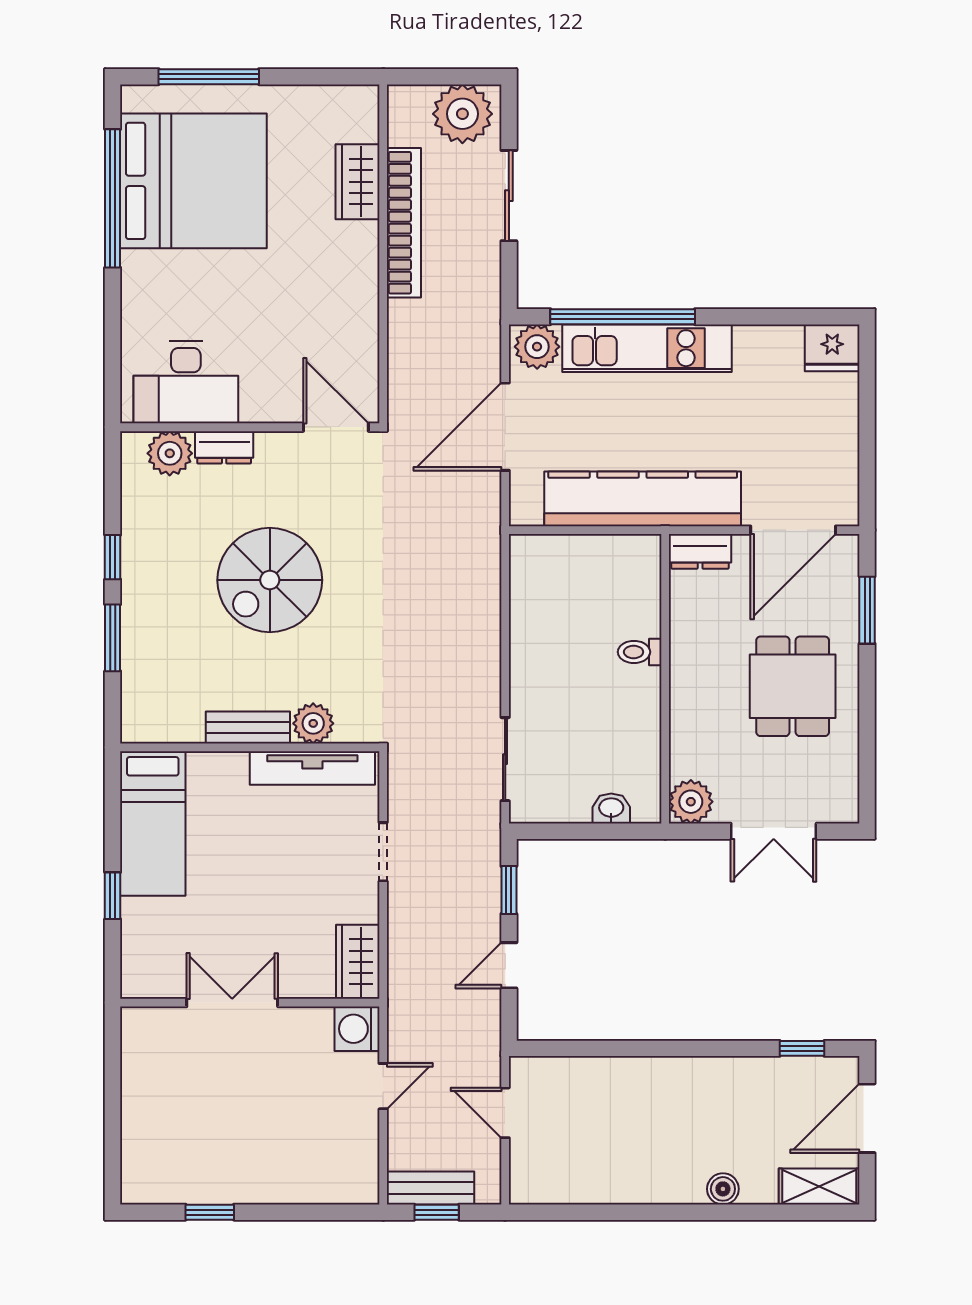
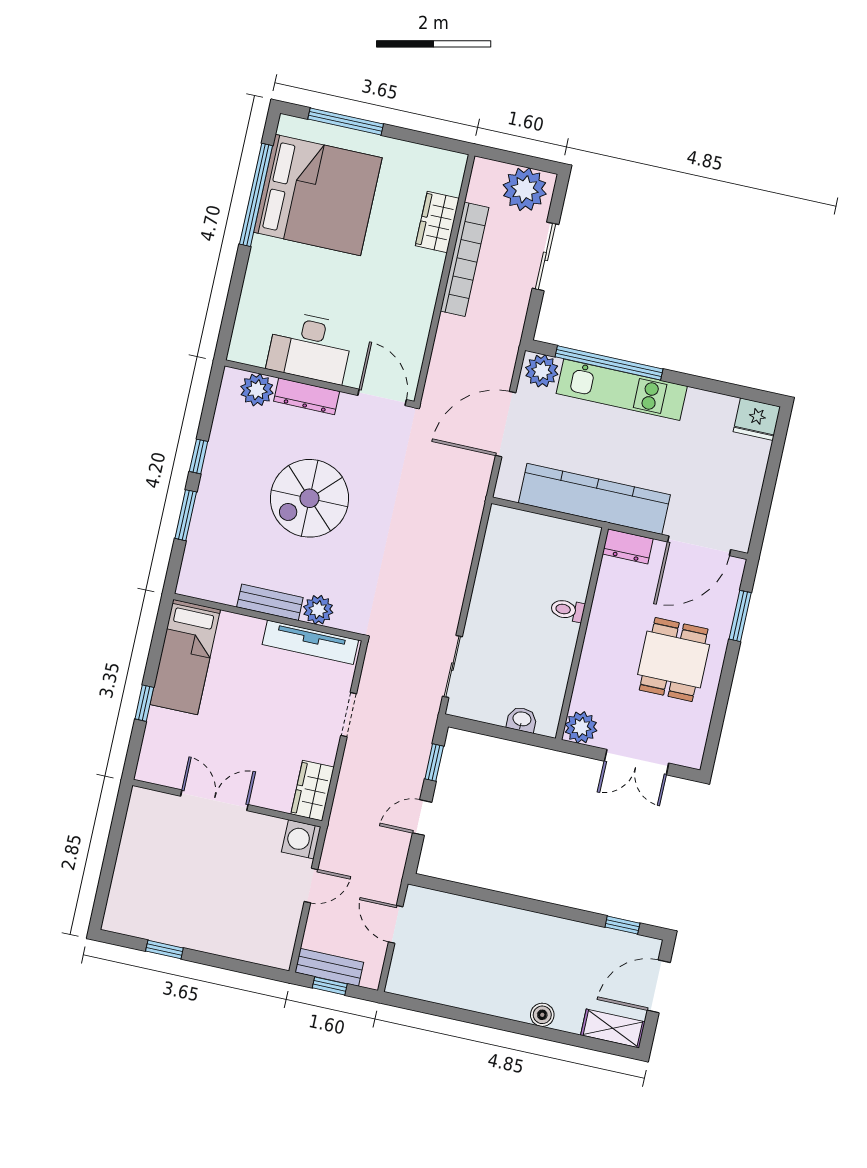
desk: (186, 382) -> (310, 347), moved
dresser: (224, 447) -> (307, 396), width x1.44

